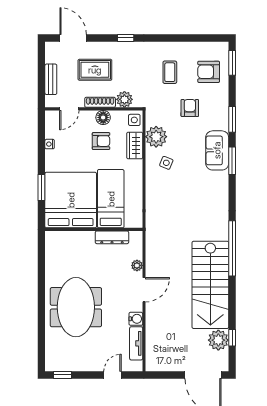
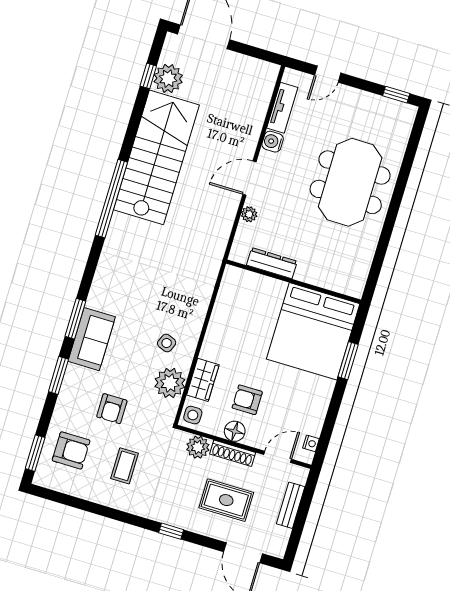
nightstand: (50, 144) -> (311, 443), moved
bed: (111, 199) -> (258, 317), removed

